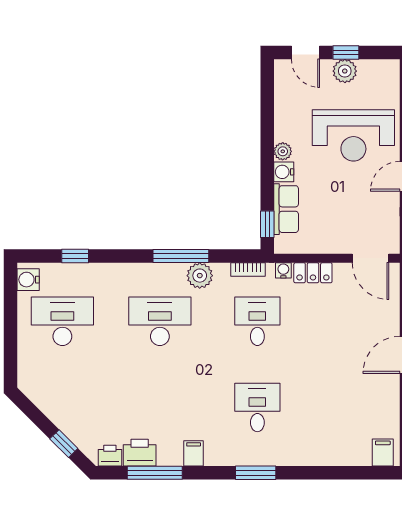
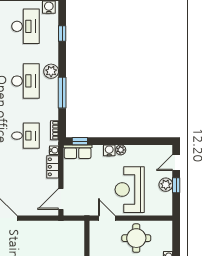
row of seats: (286, 209) -> (78, 152), moved
plant: (200, 276) -> (51, 71), moved

